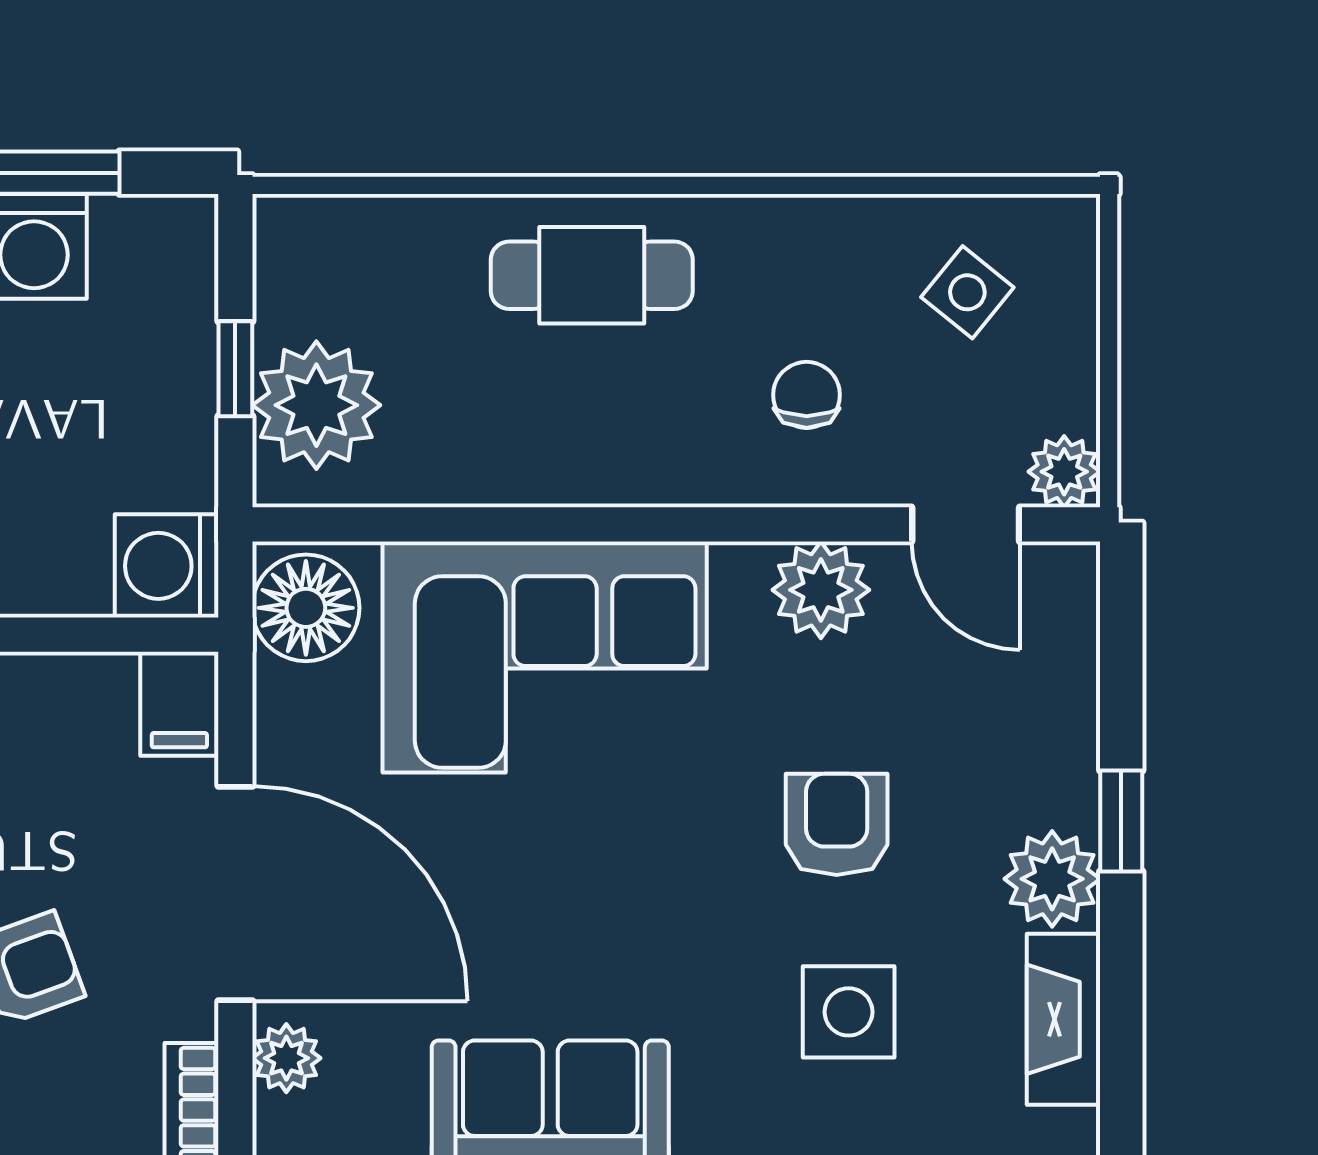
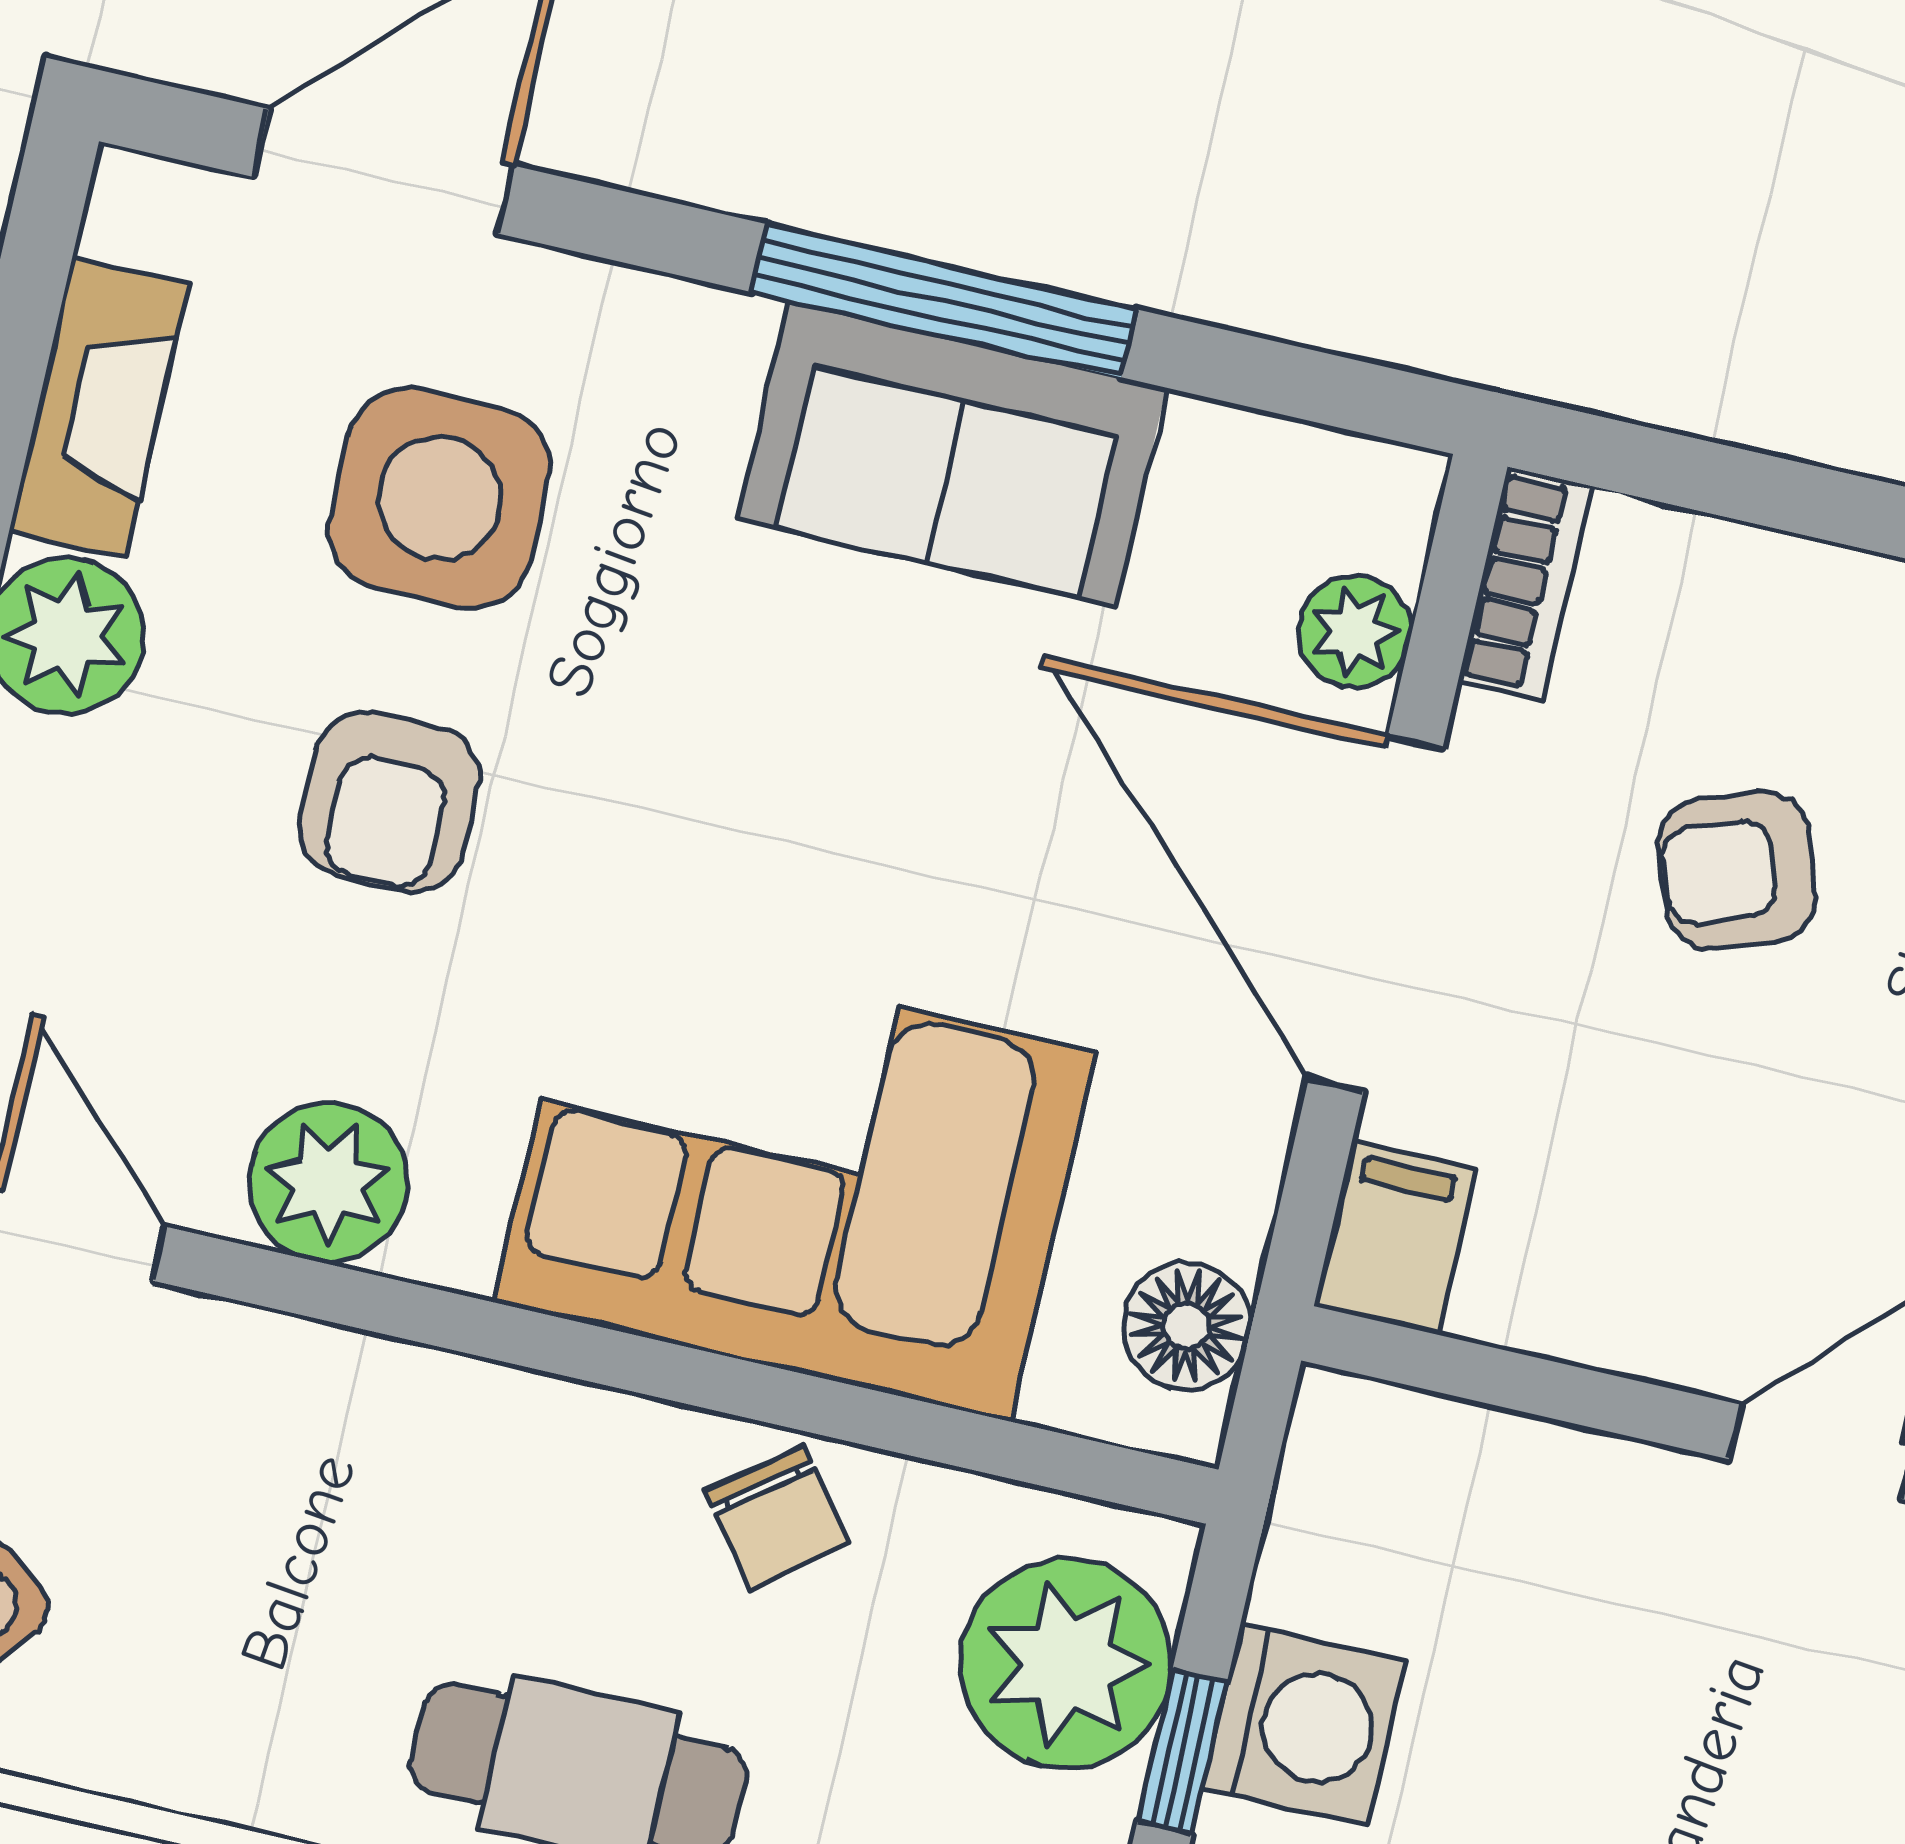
chair: (807, 395) -> (777, 1518), moved, turned -38
washing machine: (167, 566) -> (1304, 1725), moved
floor lamp: (306, 608) -> (1186, 1326), width x0.73, depth x0.73
side table: (849, 1012) -> (440, 498), width x1.37, depth x1.37

